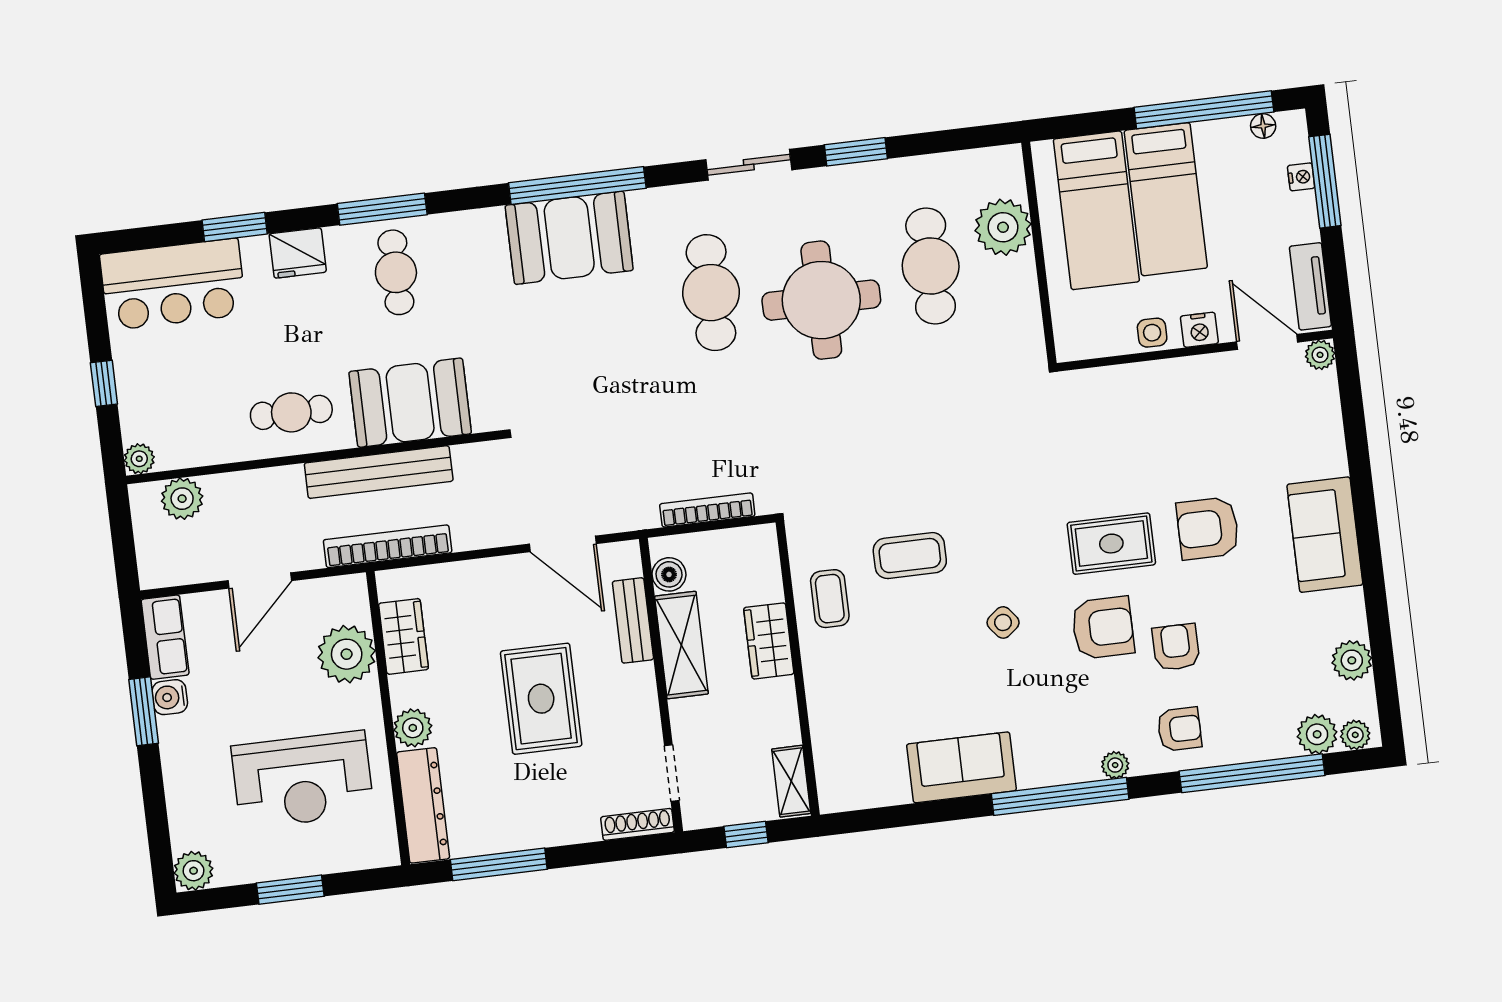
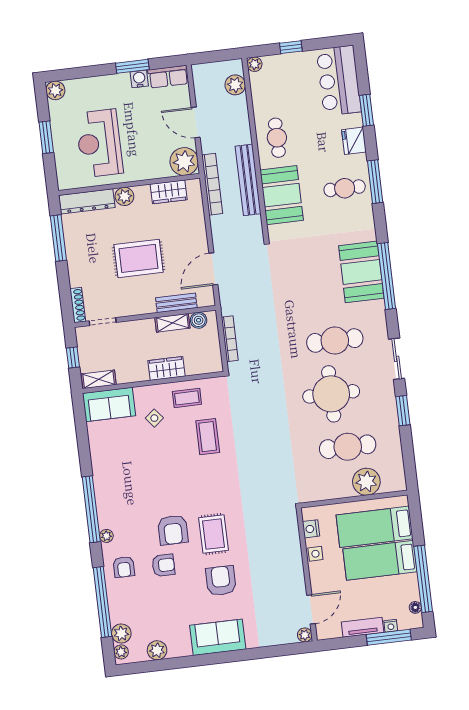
tv unit: (1310, 286) -> (363, 627), moved
nightstand: (1199, 330) -> (311, 529), moved
side table: (1003, 622) -> (154, 418), moved
shelving: (681, 645) -> (172, 323), width x0.67, depth x0.75
plant: (347, 654) -> (184, 162), moved
sofa: (961, 767) -> (109, 404), moved, turned 90

